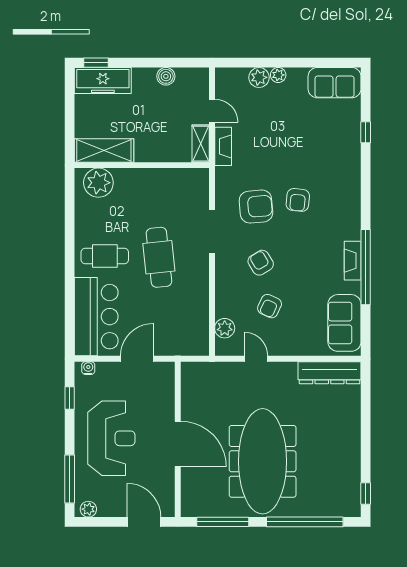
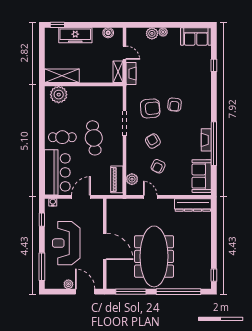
boiler: (166, 76) -> (108, 33), moved
freezer: (103, 81) -> (75, 35), moved
piano: (199, 329) -> (117, 179), added
reception desk: (111, 438) -> (66, 243), turned 180
plant: (88, 509) -> (68, 284), moved

